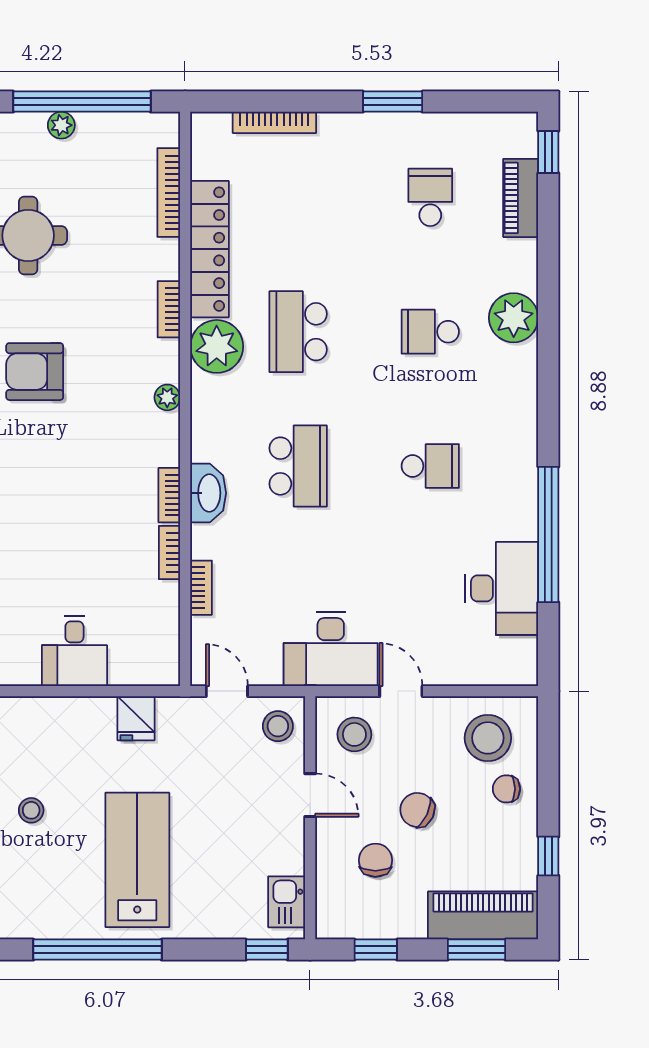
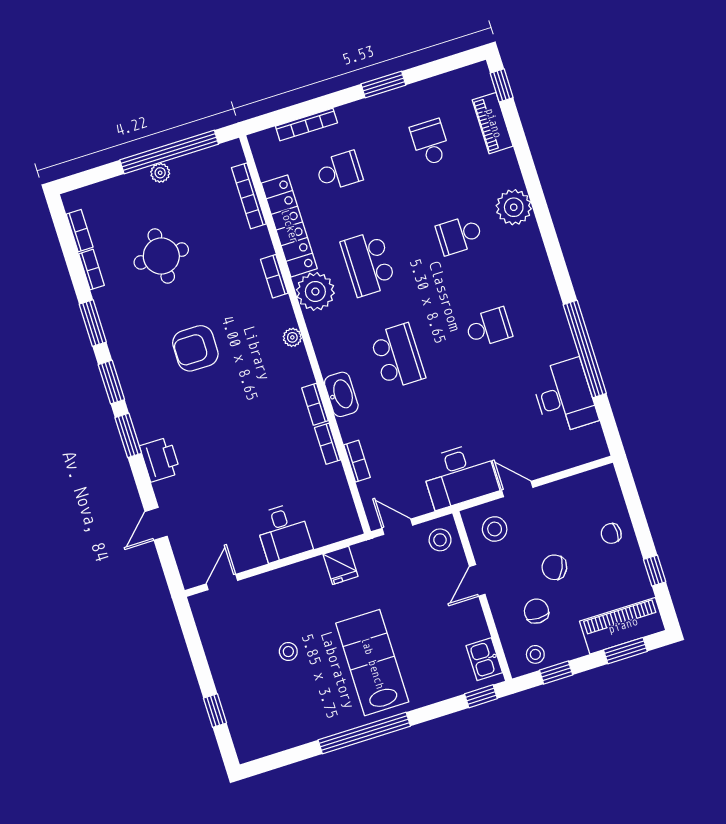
school desk: (298, 197) -> (339, 171), added
stool: (488, 738) -> (535, 654), moved, width x0.53, depth x0.53
door: (310, 795) -> (477, 580), swing flipped

